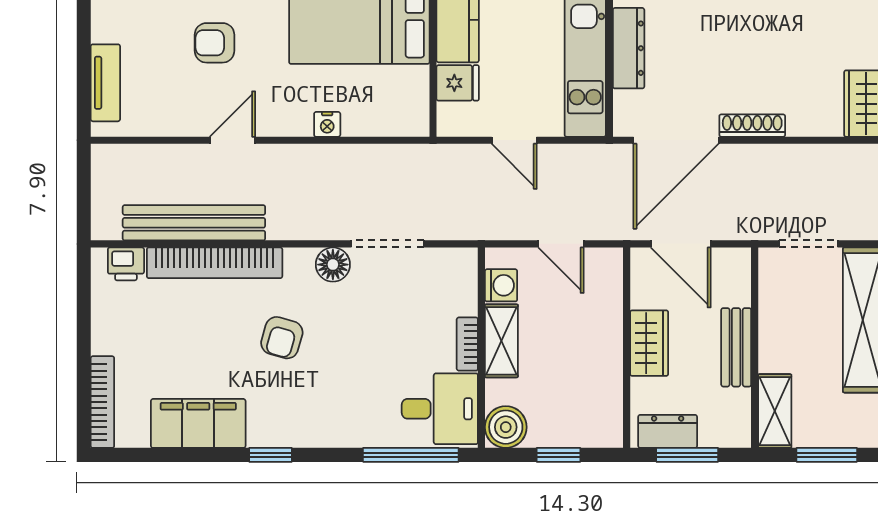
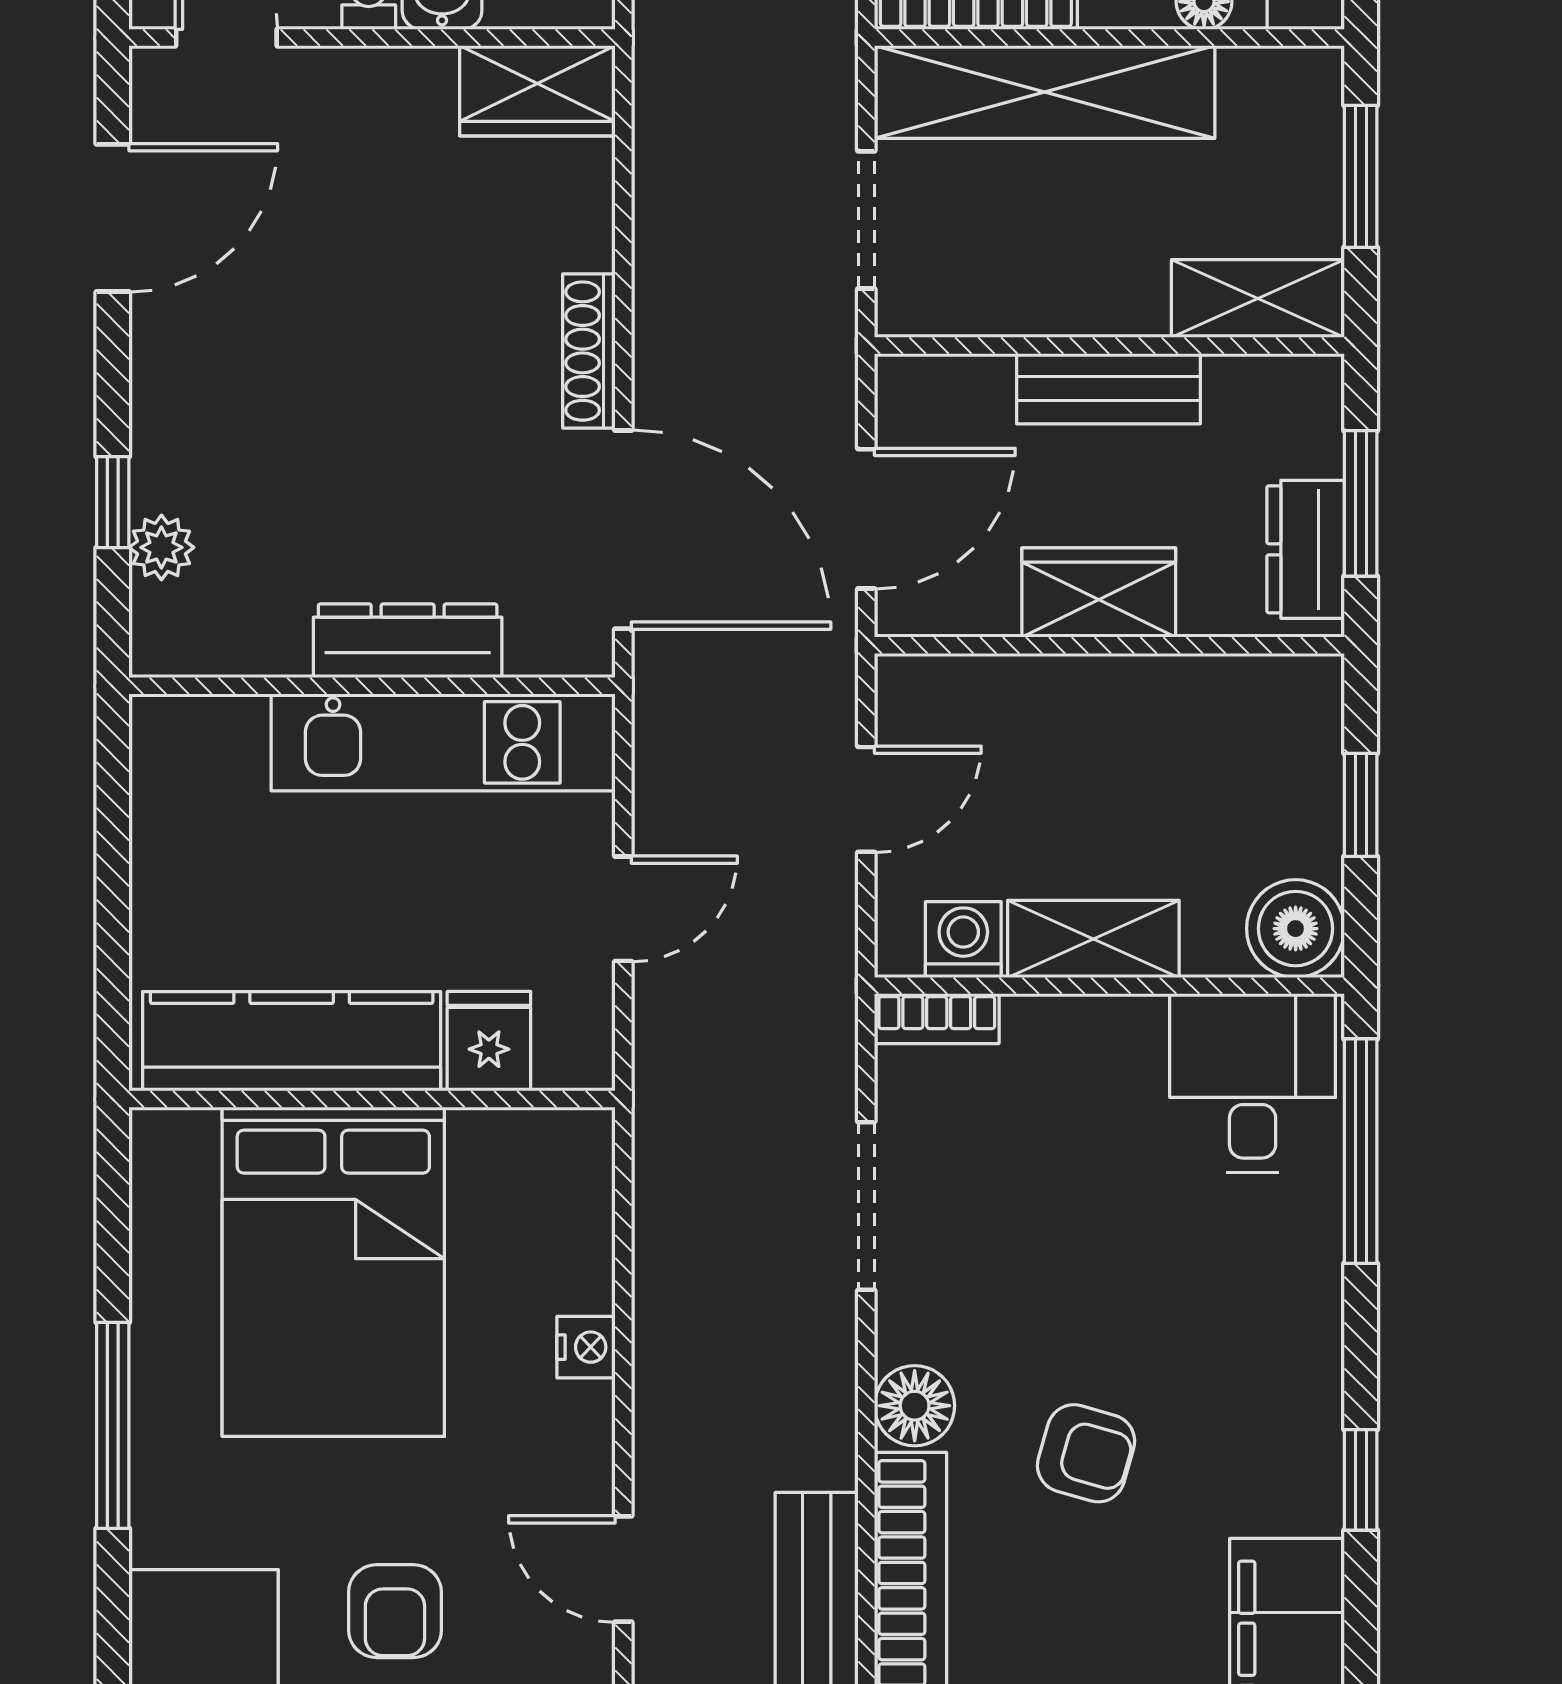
floor lamp: (333, 265) -> (915, 1406), moved
bookcase: (467, 344) -> (937, 1019), moved

